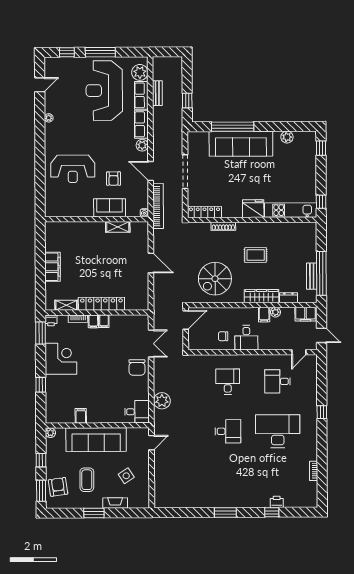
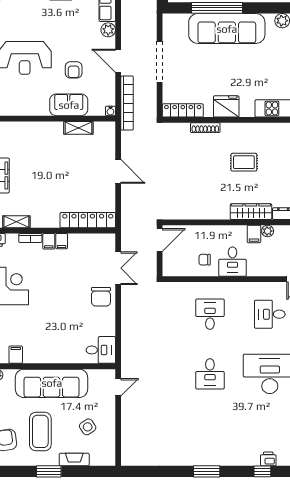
fridge: (253, 209) -> (226, 106), moved
spiral stairs: (215, 279) -> (195, 190), removed
locker: (101, 304) -> (88, 220), moved
plant: (162, 401) -> (131, 337), removed
filing cabinet: (81, 416) -> (16, 355), moved
desk: (228, 431) -> (210, 374), turned 90
coffee table: (87, 480) -> (40, 431), width x1.36, depth x1.32

